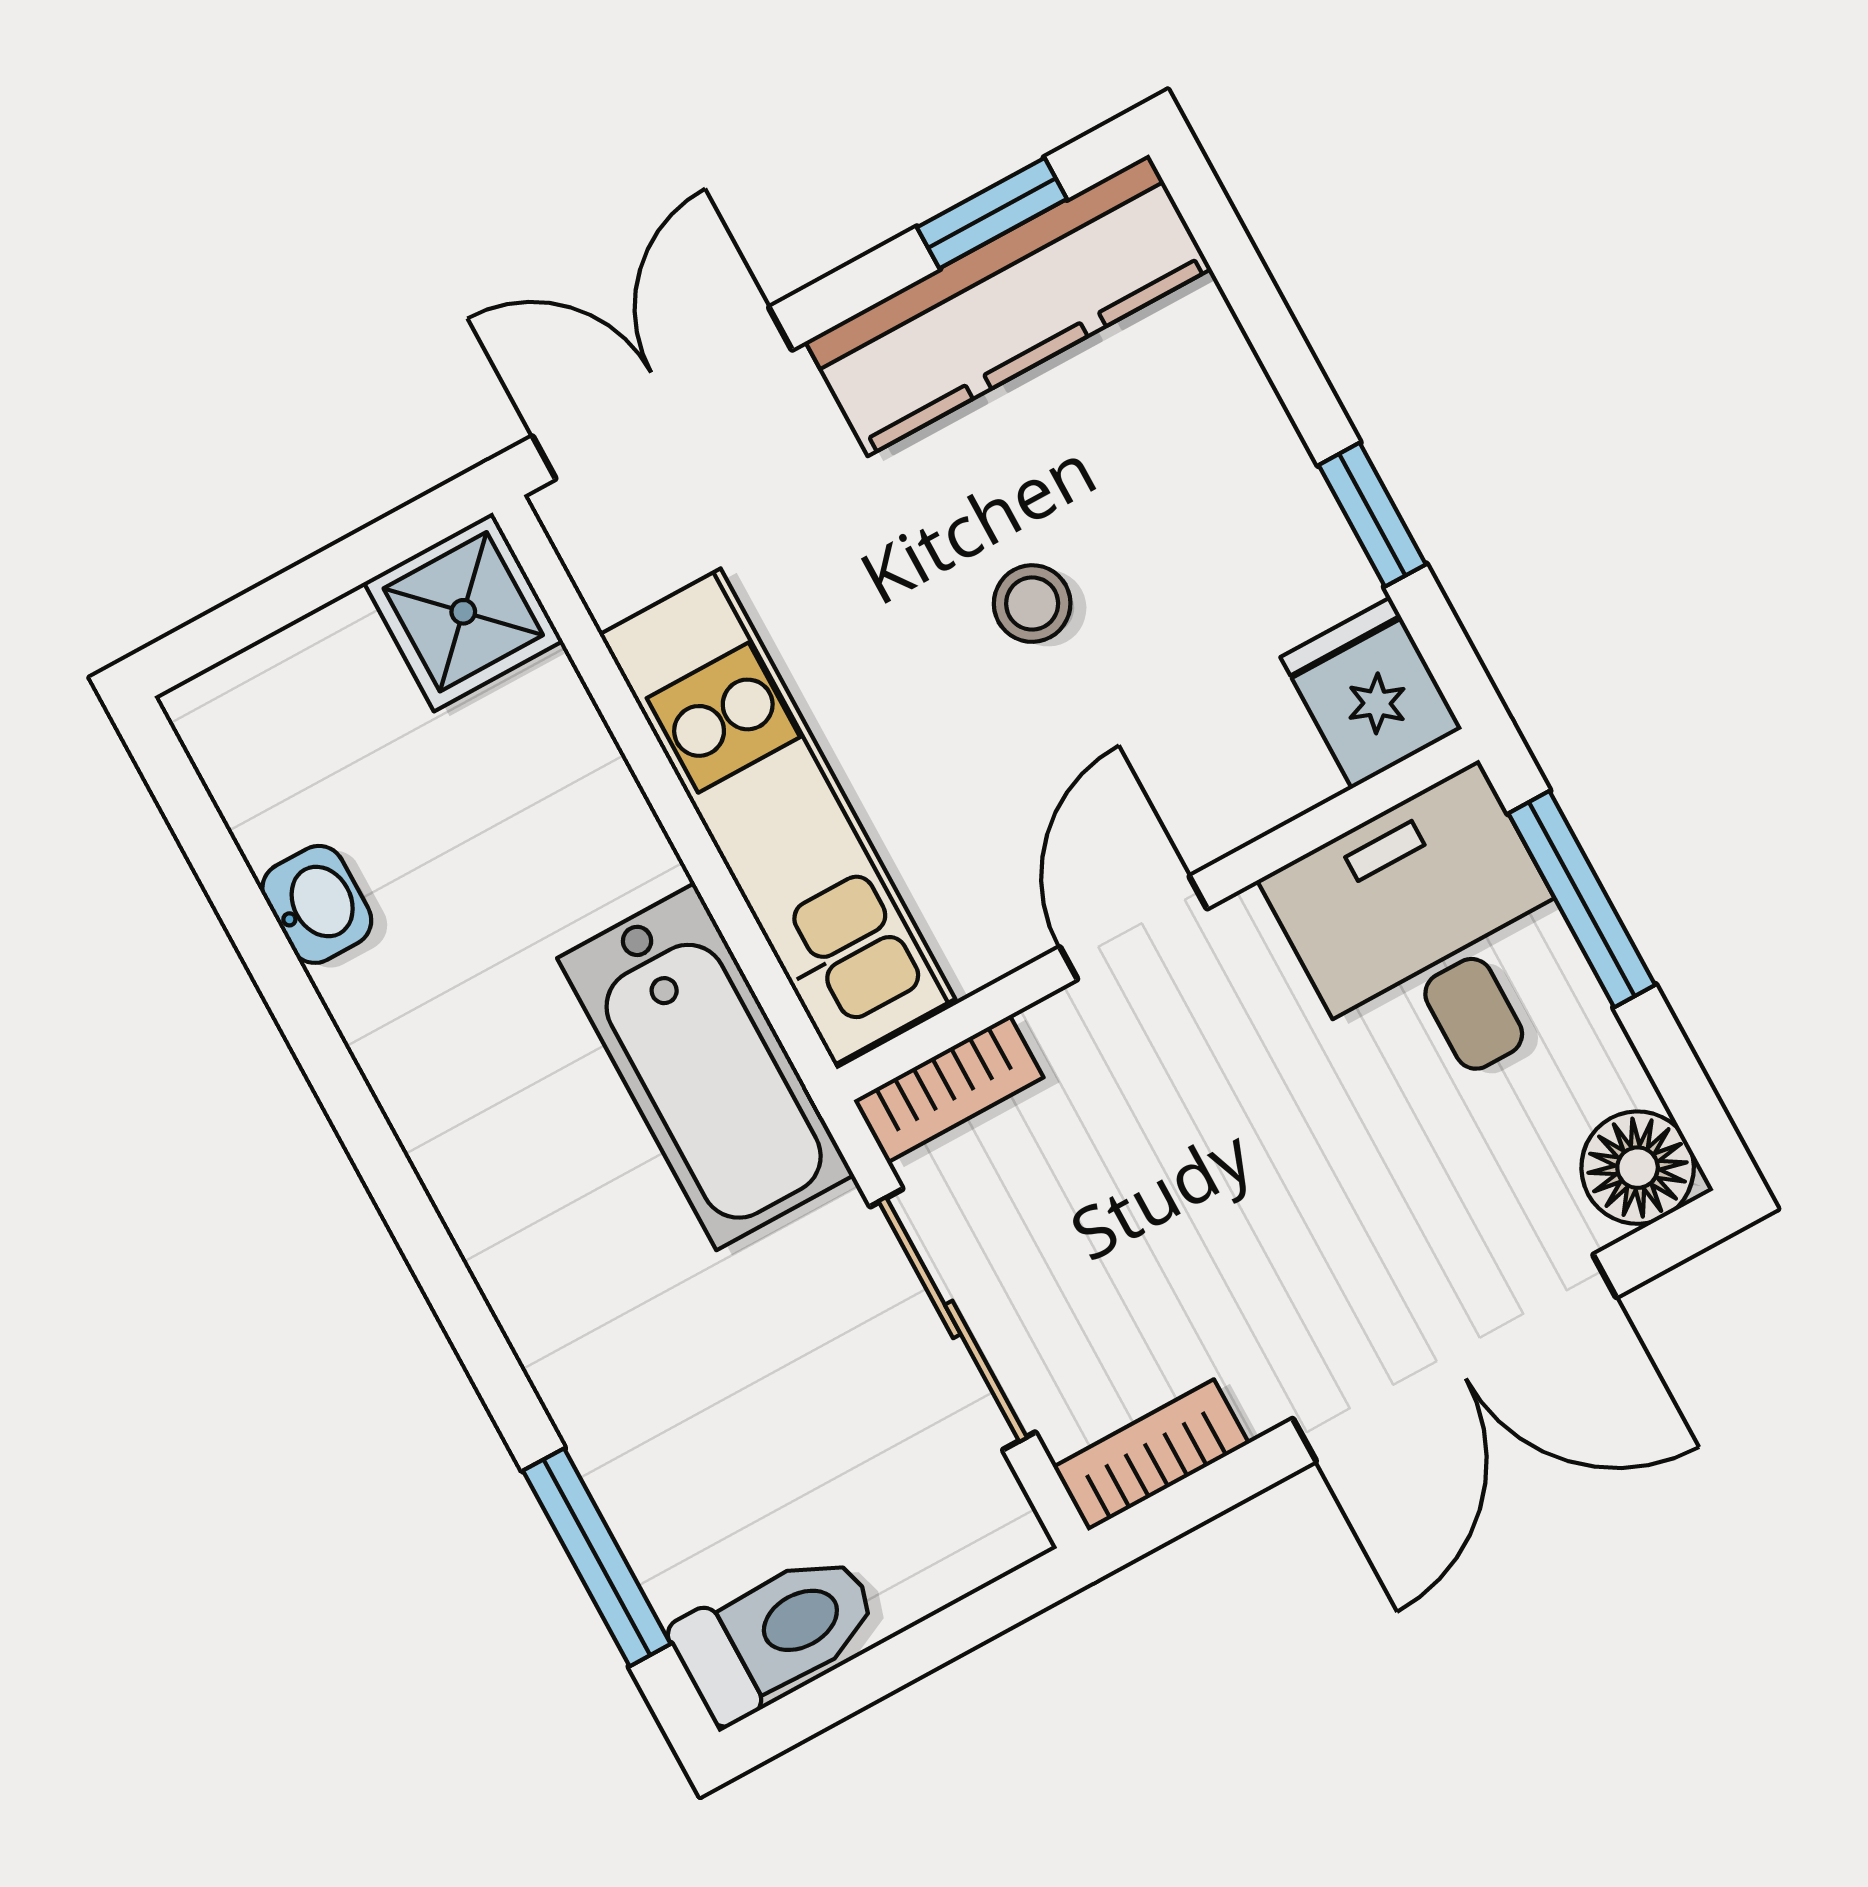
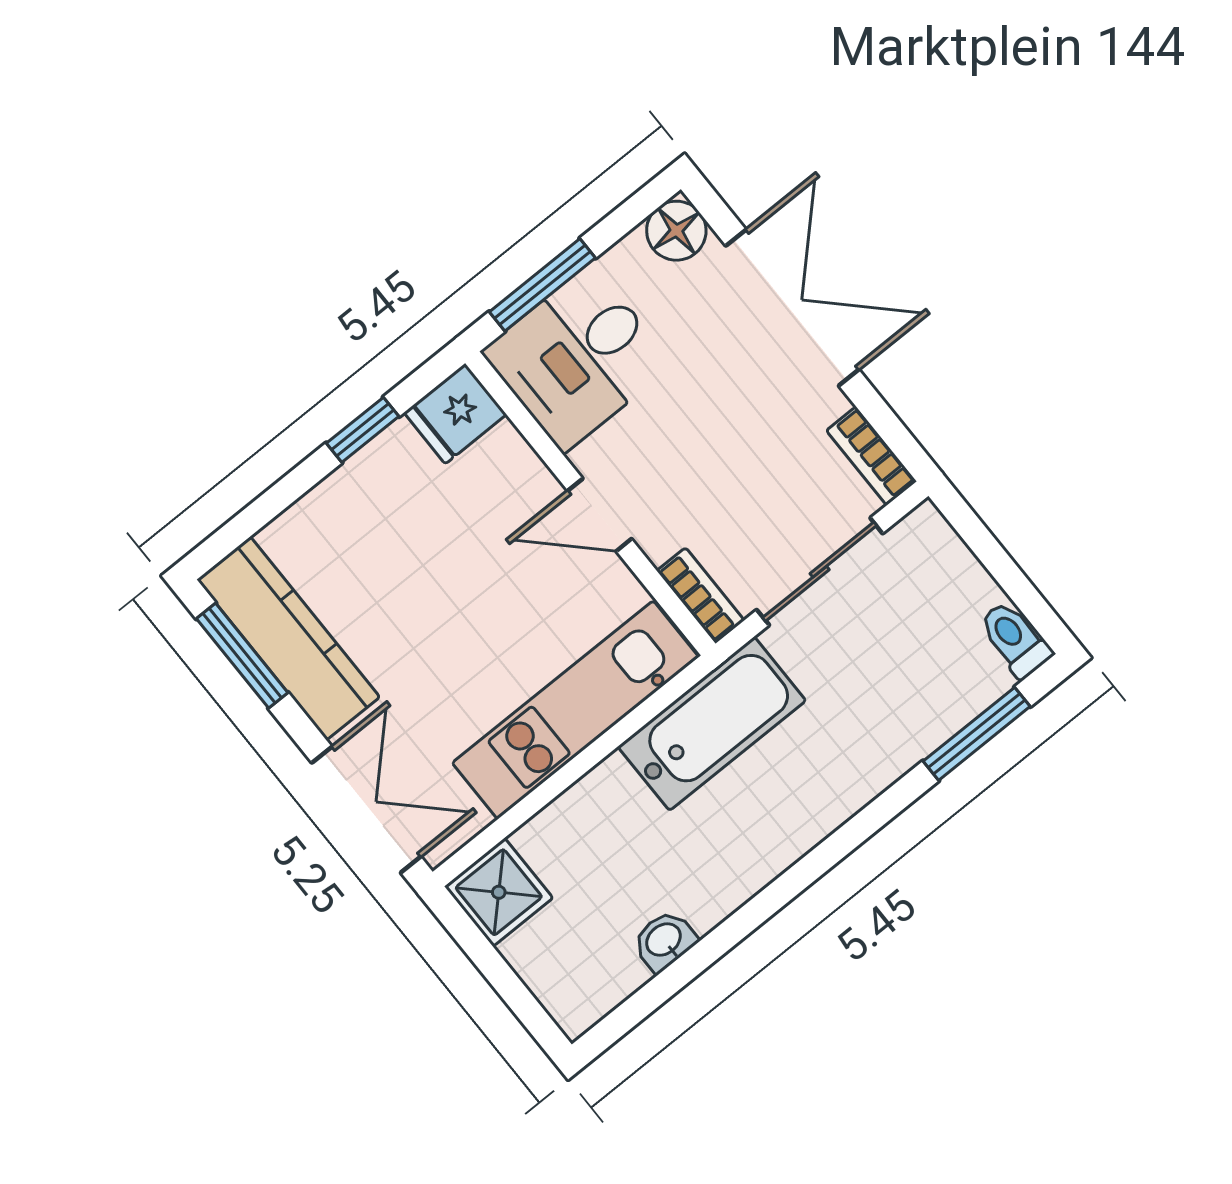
window: (992, 213) -> (242, 656), width x1.50
double door: (662, 393) -> (366, 810), swing flipped
stool: (1032, 604) -> (441, 598), removed
toilet: (776, 1633) -> (1015, 639), width x0.73, depth x0.72

